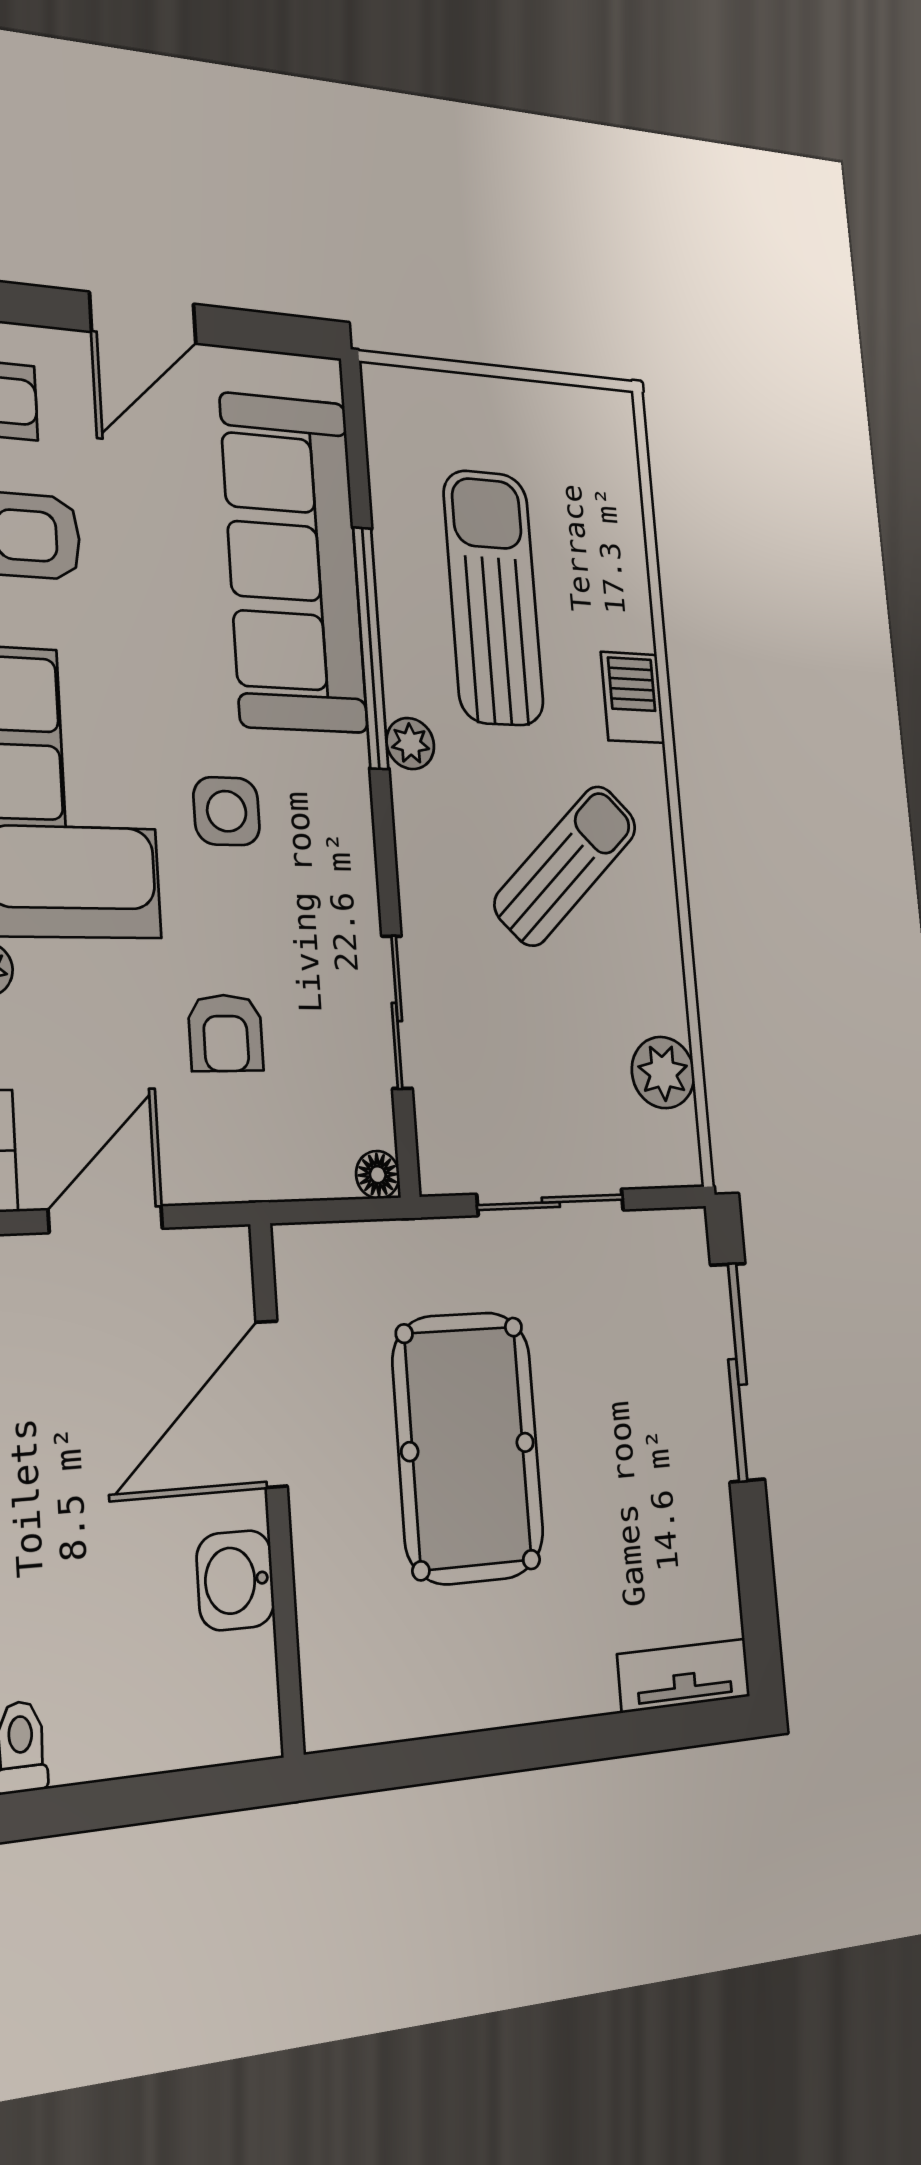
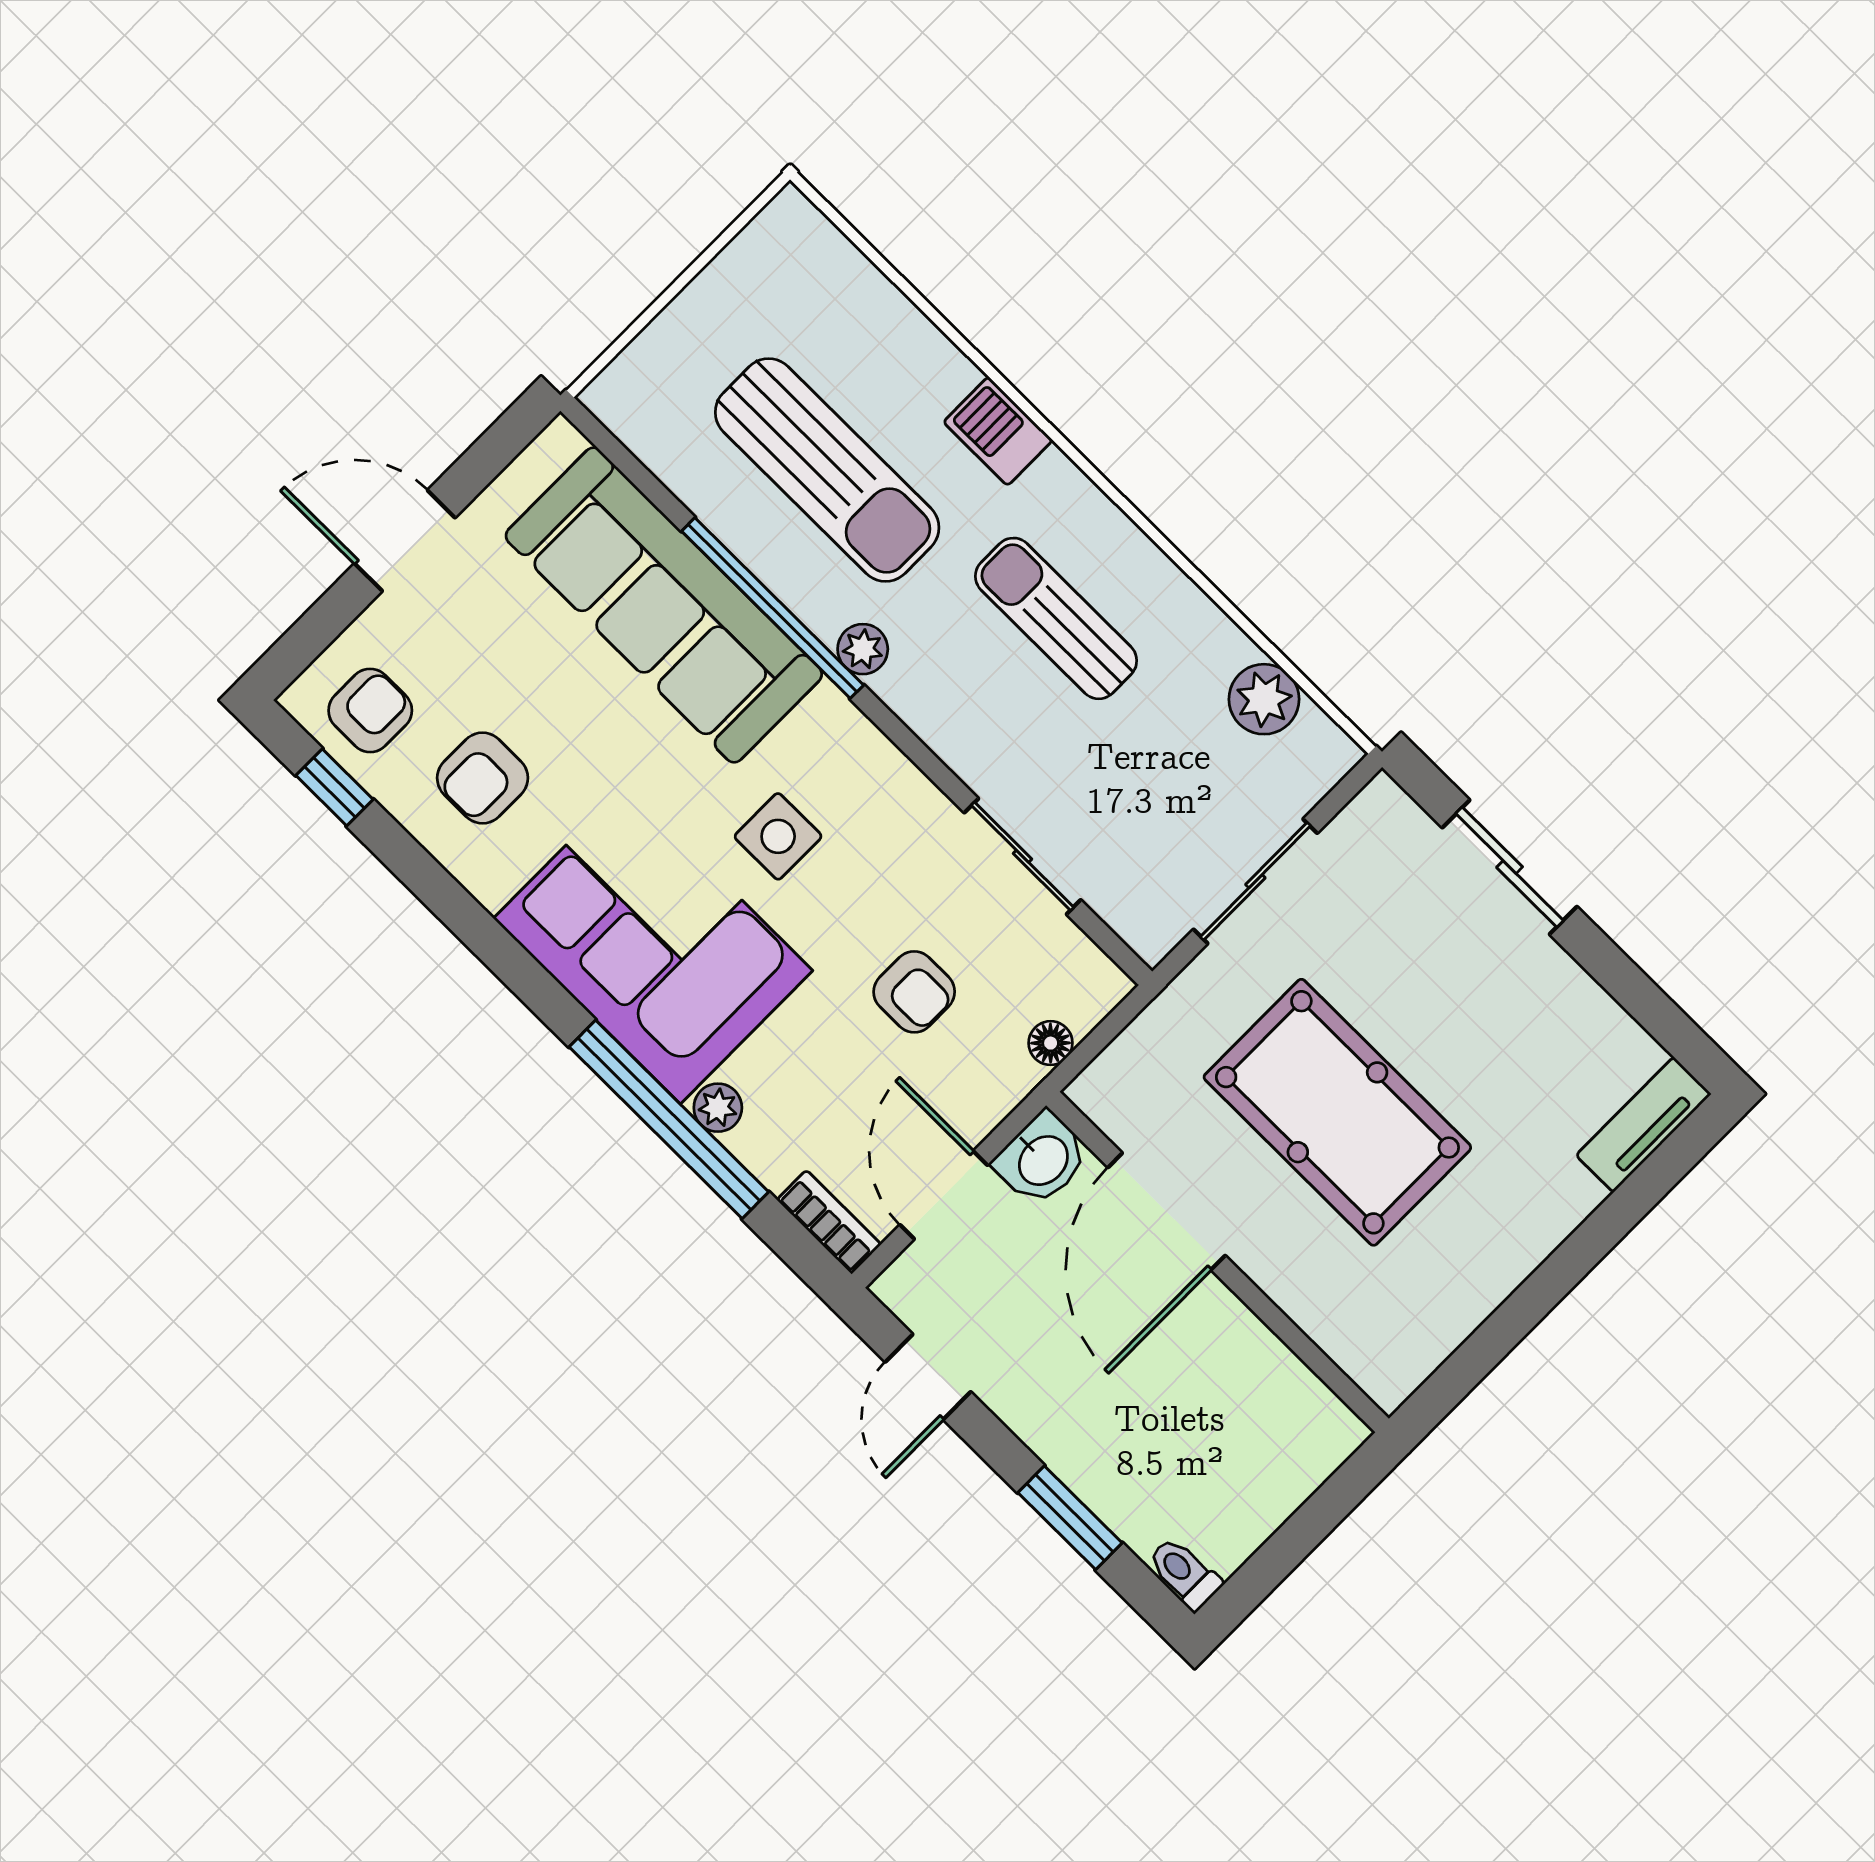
door: (143, 318) -> (405, 541), swing flipped
sun lounger: (493, 597) -> (827, 470), turned 180
sun lounger: (566, 865) -> (1056, 618), turned -46
floor lamp: (378, 1175) -> (1051, 1043), moved
sliding door: (738, 1372) -> (1510, 867), width x0.73
washbasin: (235, 1580) -> (1042, 1159), moved, turned -90

